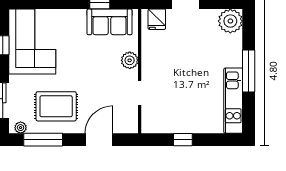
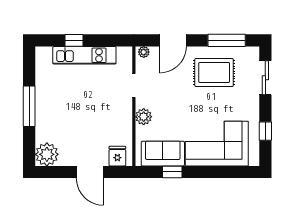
corner sofa: (32, 42) -> (217, 144), moved, turned 90
kitchen unit: (233, 101) -> (84, 55), moved, turned 90
plant: (21, 128) -> (144, 52), moved
window: (183, 140) -> (74, 40), moved

